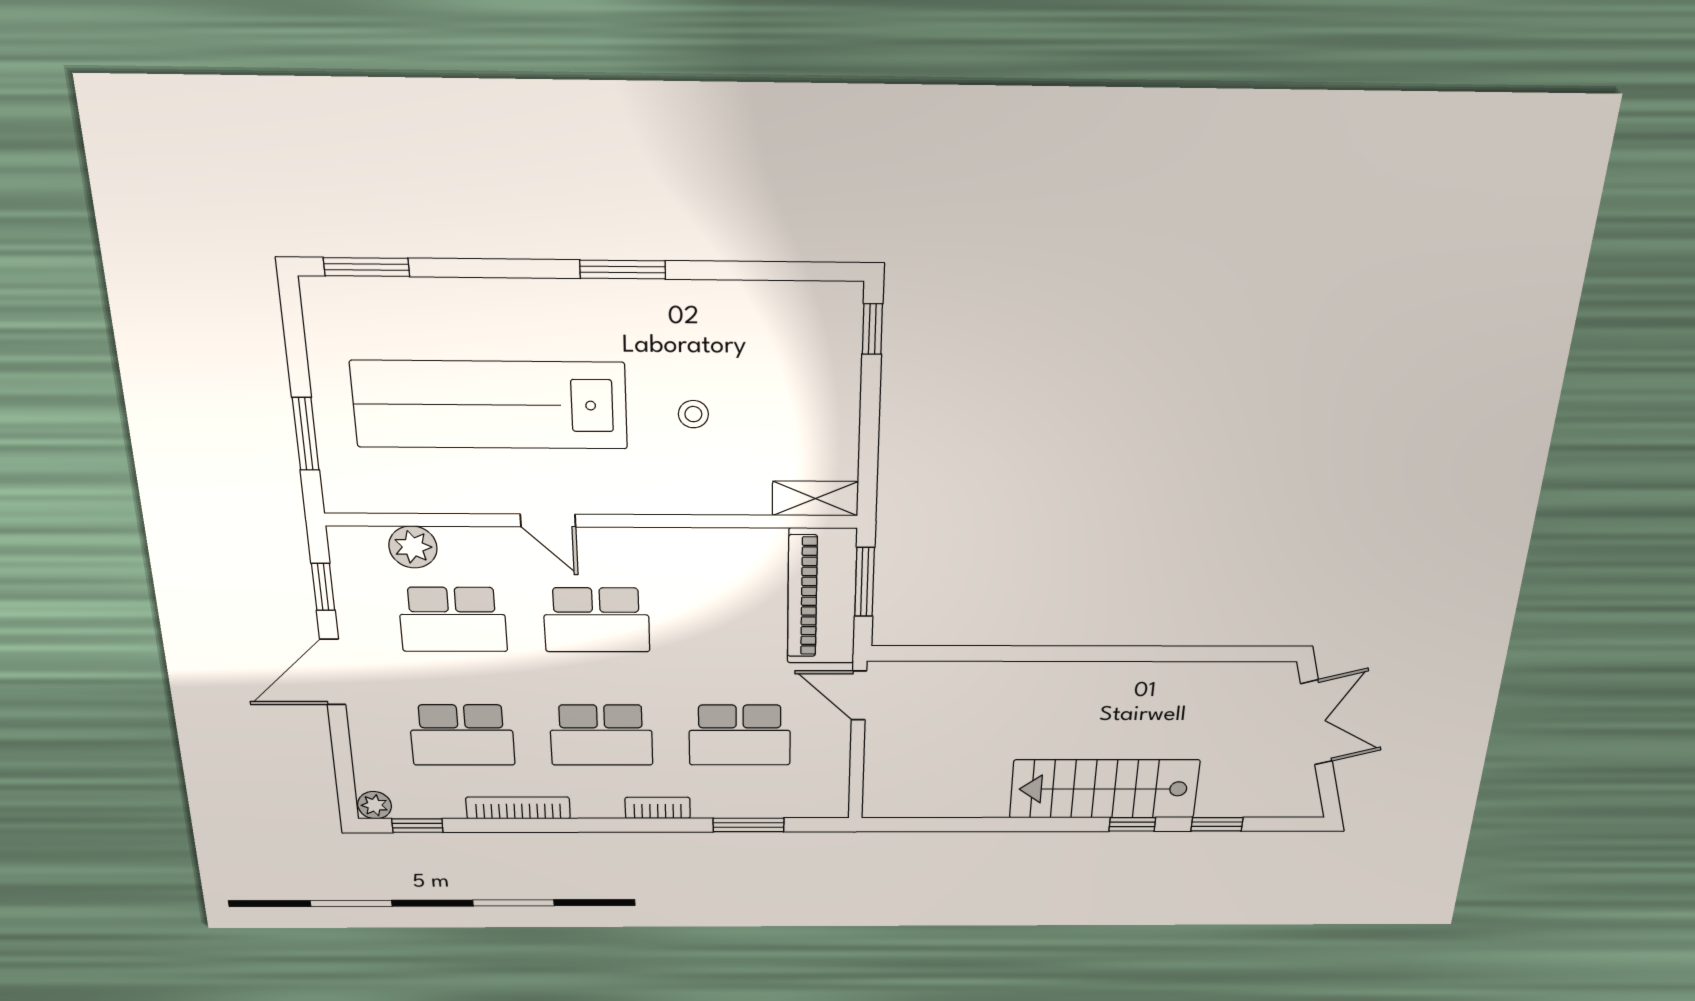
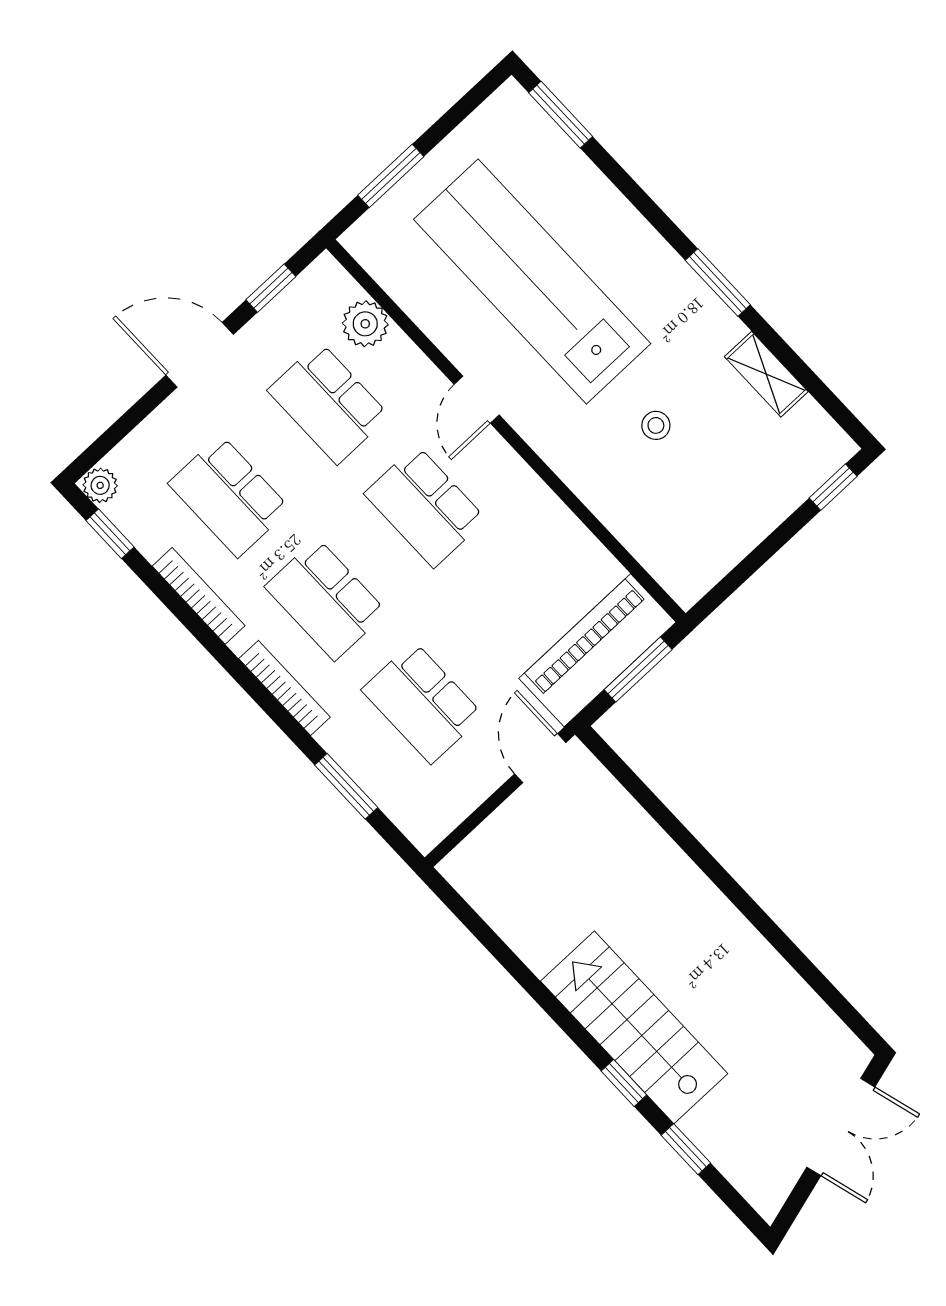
shelving: (815, 499) -> (766, 374), moved
bookcase: (658, 808) -> (285, 688), width x1.56

